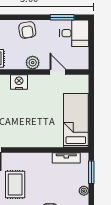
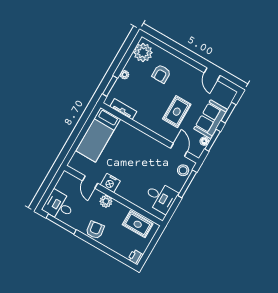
window: (62, 17) -> (61, 224), width x1.44
nightstand: (19, 82) -> (110, 183), moved

